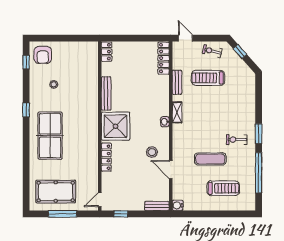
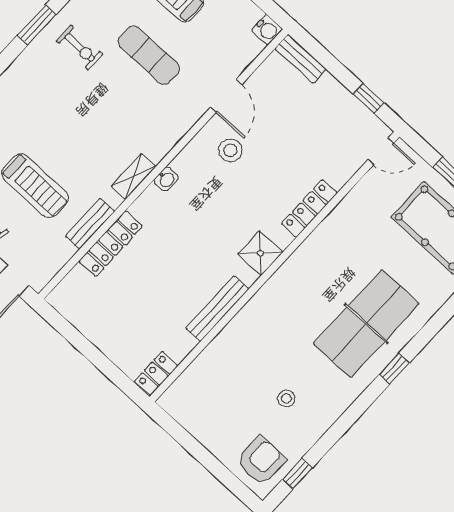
locker: (164, 58) -> (111, 244), moved
window: (26, 110) -> (394, 369), moved
shower: (116, 126) -> (260, 253), width x0.54, depth x0.54

